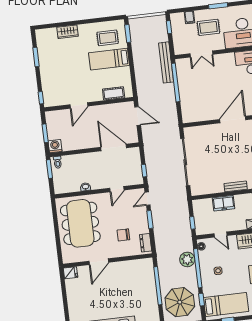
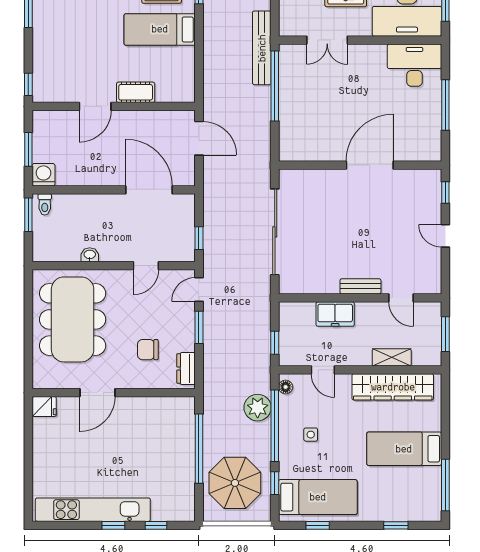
cot: (114, 93) -> (136, 92), moved

